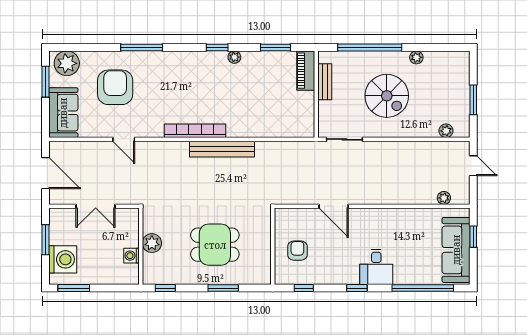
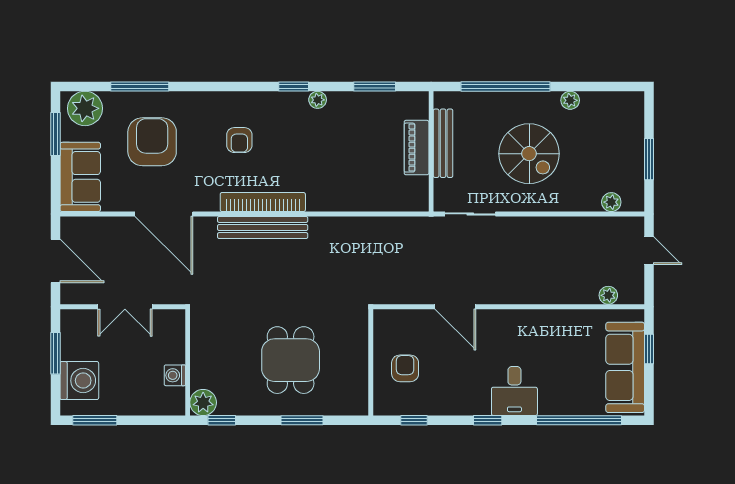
window: (142, 47) -> (140, 86), moved
piano: (306, 71) -> (417, 148), moved
bench: (325, 82) -> (443, 143), width x1.36
armchair: (178, 86) -> (239, 140), added
door: (124, 139) -> (164, 214), width x1.87
bench: (222, 149) -> (263, 228), moved
plant: (152, 243) -> (203, 402), moved
dining table: (215, 245) -> (291, 360), turned 90

